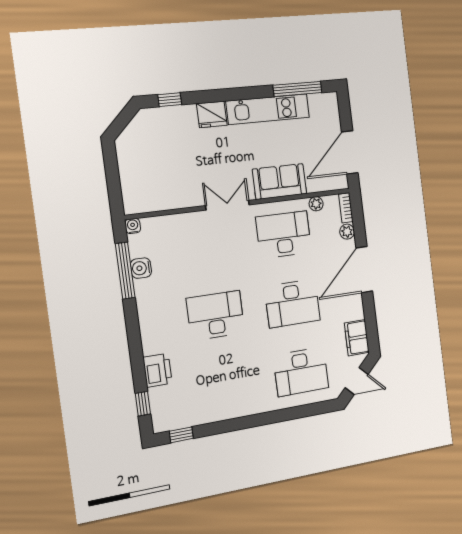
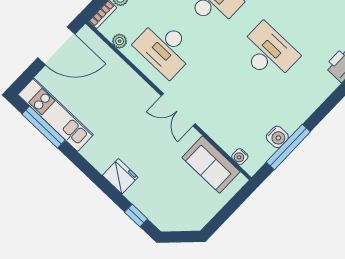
kitchen unit: (268, 109) -> (56, 115), moved
sofa: (280, 182) -> (211, 165), moved
water cooler: (133, 226) -> (240, 157), moved
desk: (216, 315) -> (268, 52), turned 180

